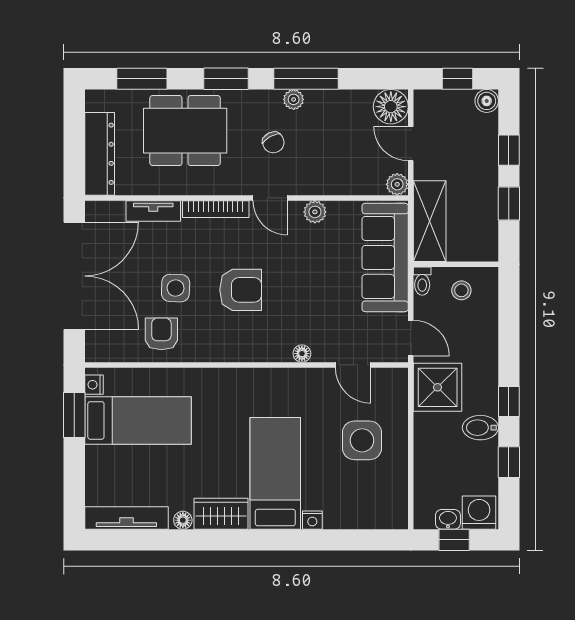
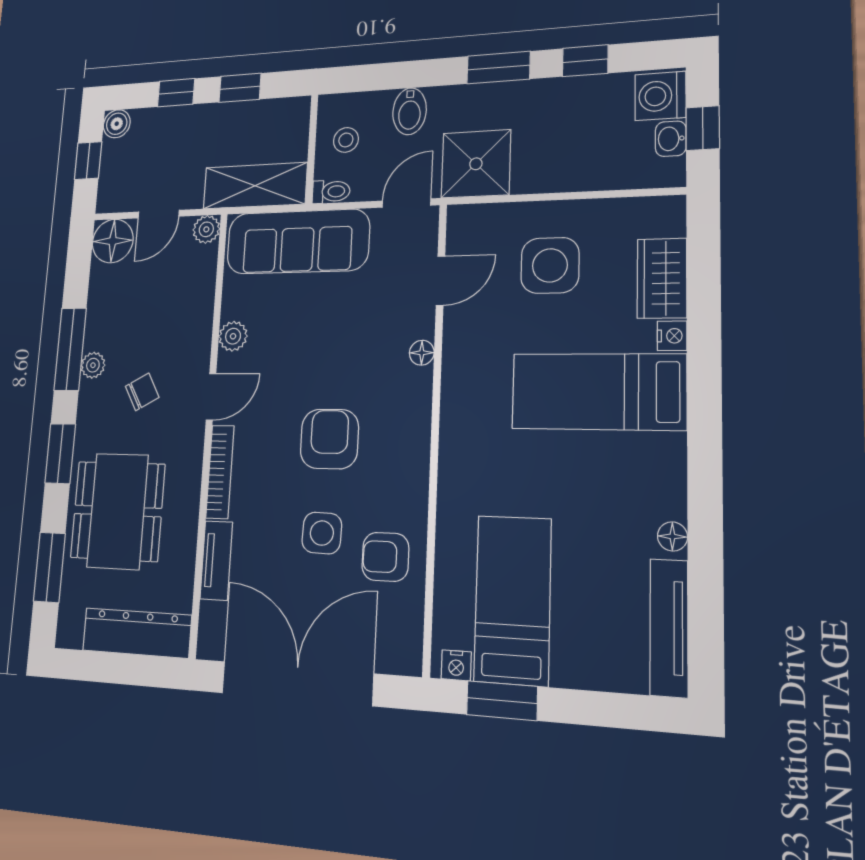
window: (509, 401) -> (499, 68), width x1.50
bidet: (480, 428) -> (410, 111), moved
wardrobe: (221, 514) -> (662, 278), moved

